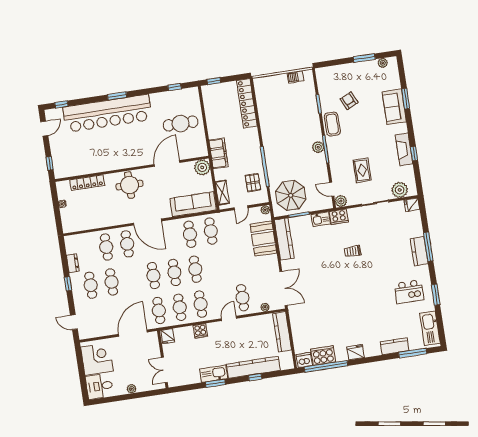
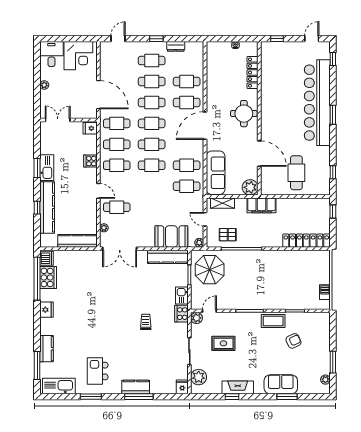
door: (44, 129) -> (312, 39), swing flipped
plant: (318, 147) -> (253, 304), removed
cafe table: (133, 279) -> (152, 102), added

